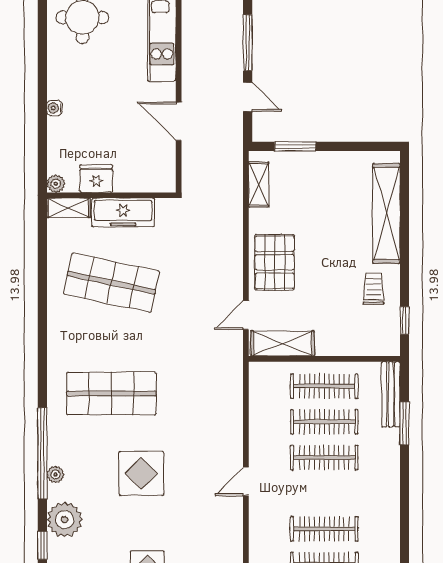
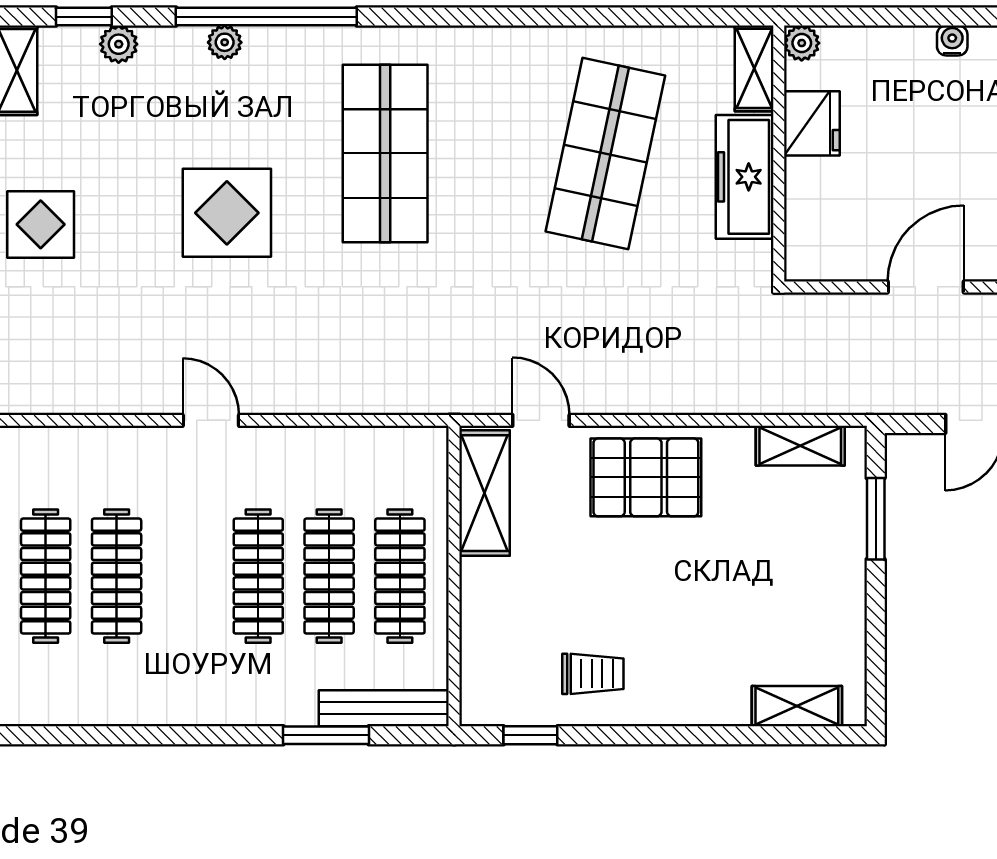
shelving: (386, 213) -> (797, 706), width x0.45, depth x0.75
plant: (65, 520) -> (119, 44), width x0.53, depth x0.53

